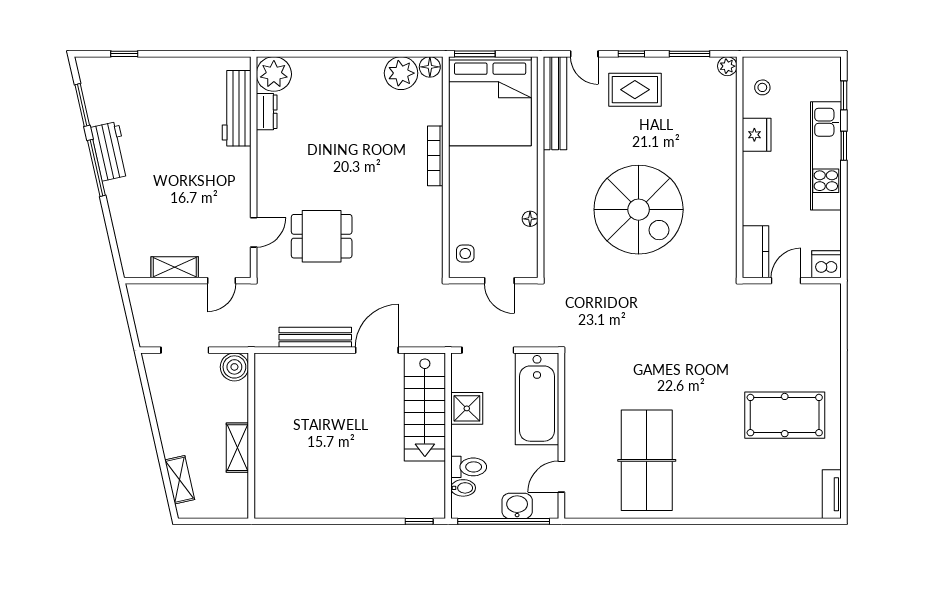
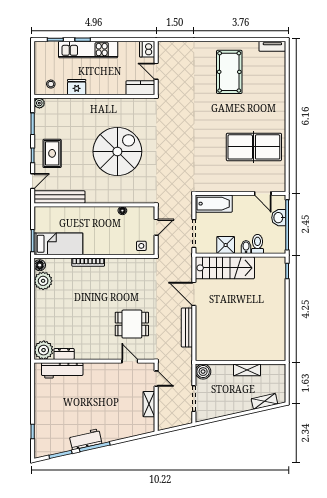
bed: (490, 101) -> (58, 244), width x0.49
dining table: (322, 236) -> (132, 324), turned 90
bathtub: (537, 399) -> (214, 204), width x0.73, depth x0.73
bidet: (463, 488) -> (246, 247), moved

